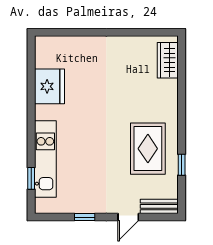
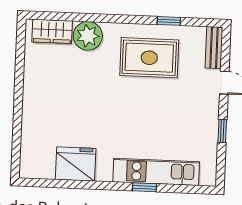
plant: (165, 92) -> (88, 36), added
window: (31, 178) -> (144, 187), moved

